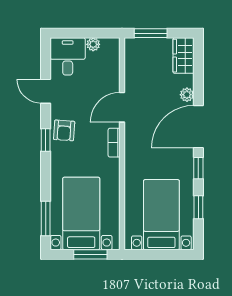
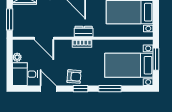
door: (46, 91) -> (48, 89), swing flipped
door: (122, 107) -> (44, 38), moved
dresser: (132, 145) -> (84, 32), added
window: (46, 219) -> (110, 89), moved

